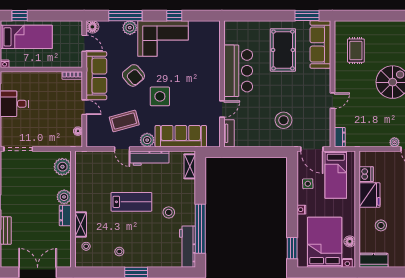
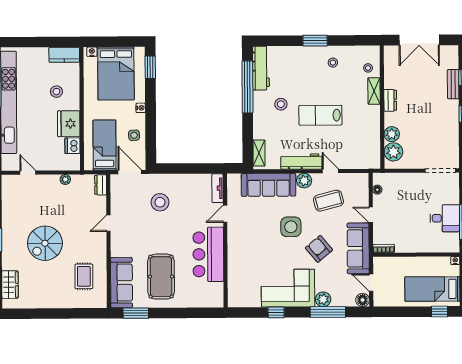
plant: (394, 142) -> (65, 179), moved
plant: (64, 197) -> (392, 134), moved
floor lamp: (350, 241) -> (89, 75), removed

